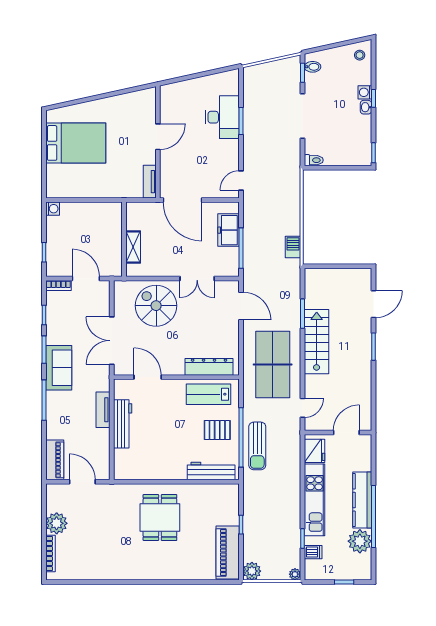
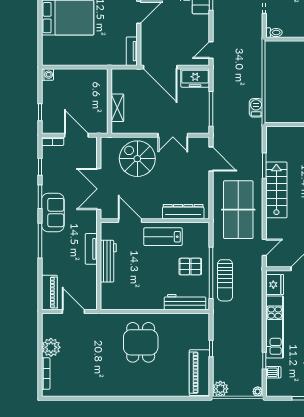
freezer: (228, 230) -> (195, 78), moved, turned -90
lab bench: (208, 394) -> (163, 237), moved

